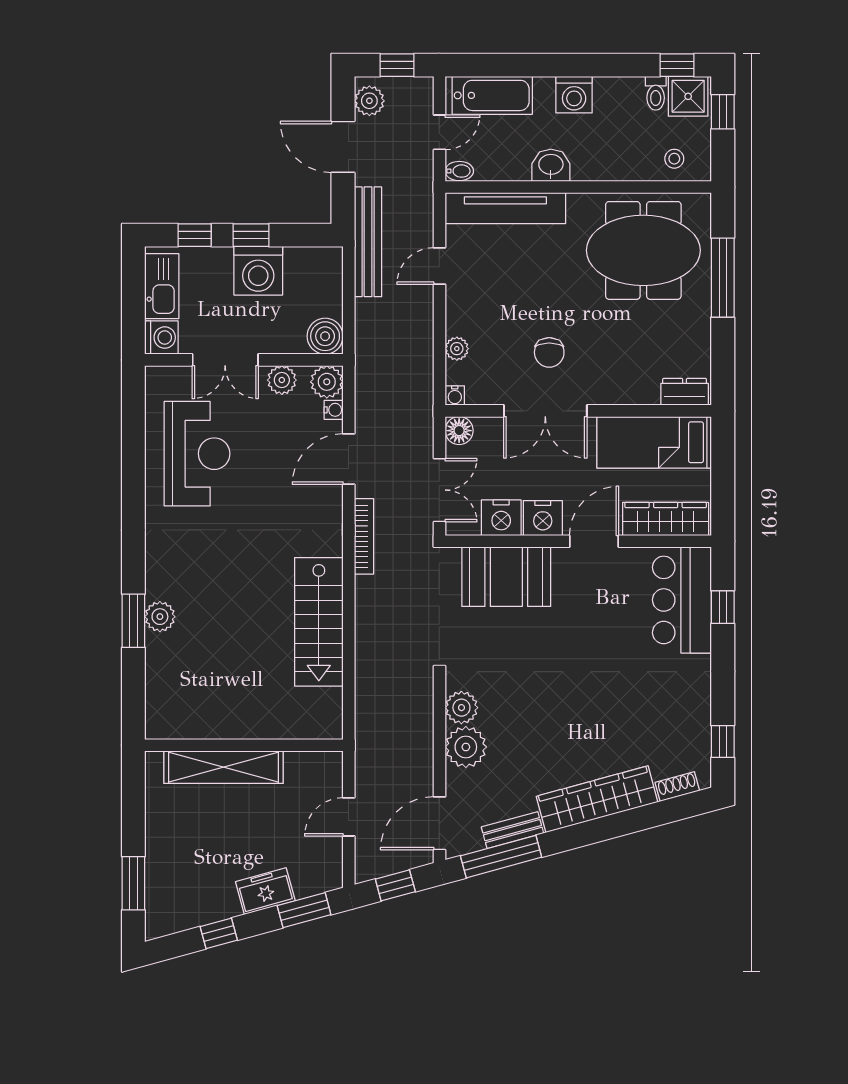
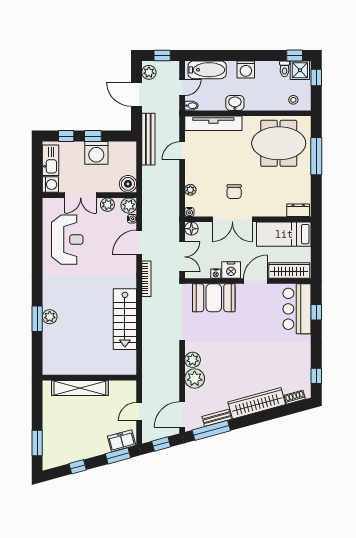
nightstand: (501, 518) -> (216, 274), width x0.53, depth x0.56
freezer: (265, 891) -> (122, 441), moved

